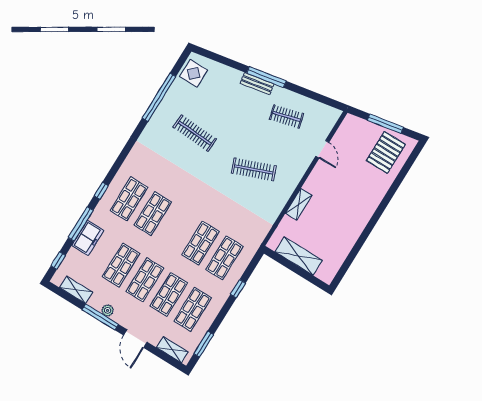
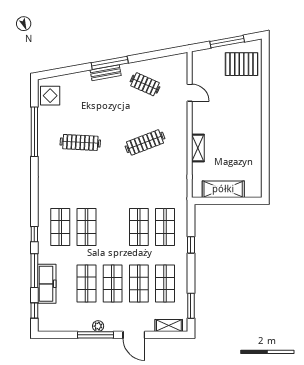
clothes rail: (287, 116) -> (145, 84), turned 39
pallet: (386, 152) -> (242, 64), turned 90
freezer: (88, 238) -> (47, 284), width x1.40
shelving: (76, 290) -> (63, 325), removed

